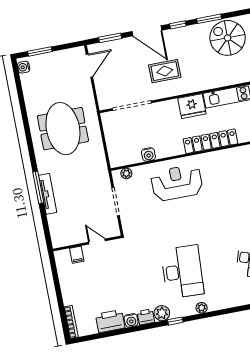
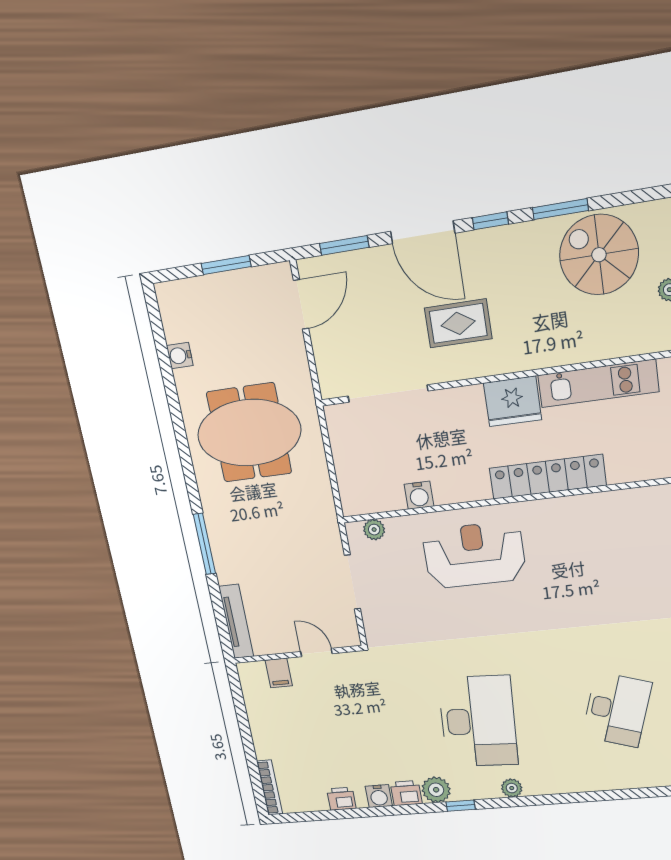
window: (40, 51) -> (226, 265), moved
water cooler: (24, 67) -> (180, 355), moved
meeting table: (63, 129) -> (249, 433), turned 90
tv unit: (48, 194) -> (236, 621), moved
printer: (110, 321) -> (341, 799), width x0.53, depth x0.68

